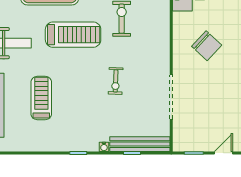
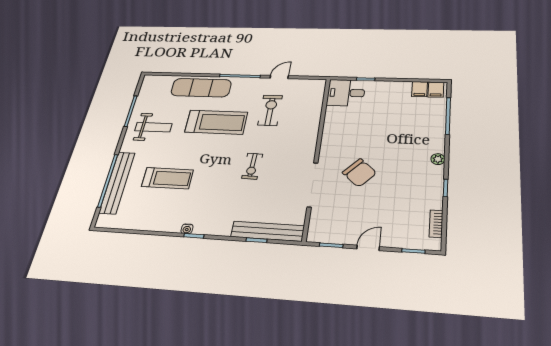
chair: (207, 46) -> (359, 173), moved
treadmill: (41, 98) -> (167, 178), turned 90
water cooler: (104, 147) -> (187, 229), moved

